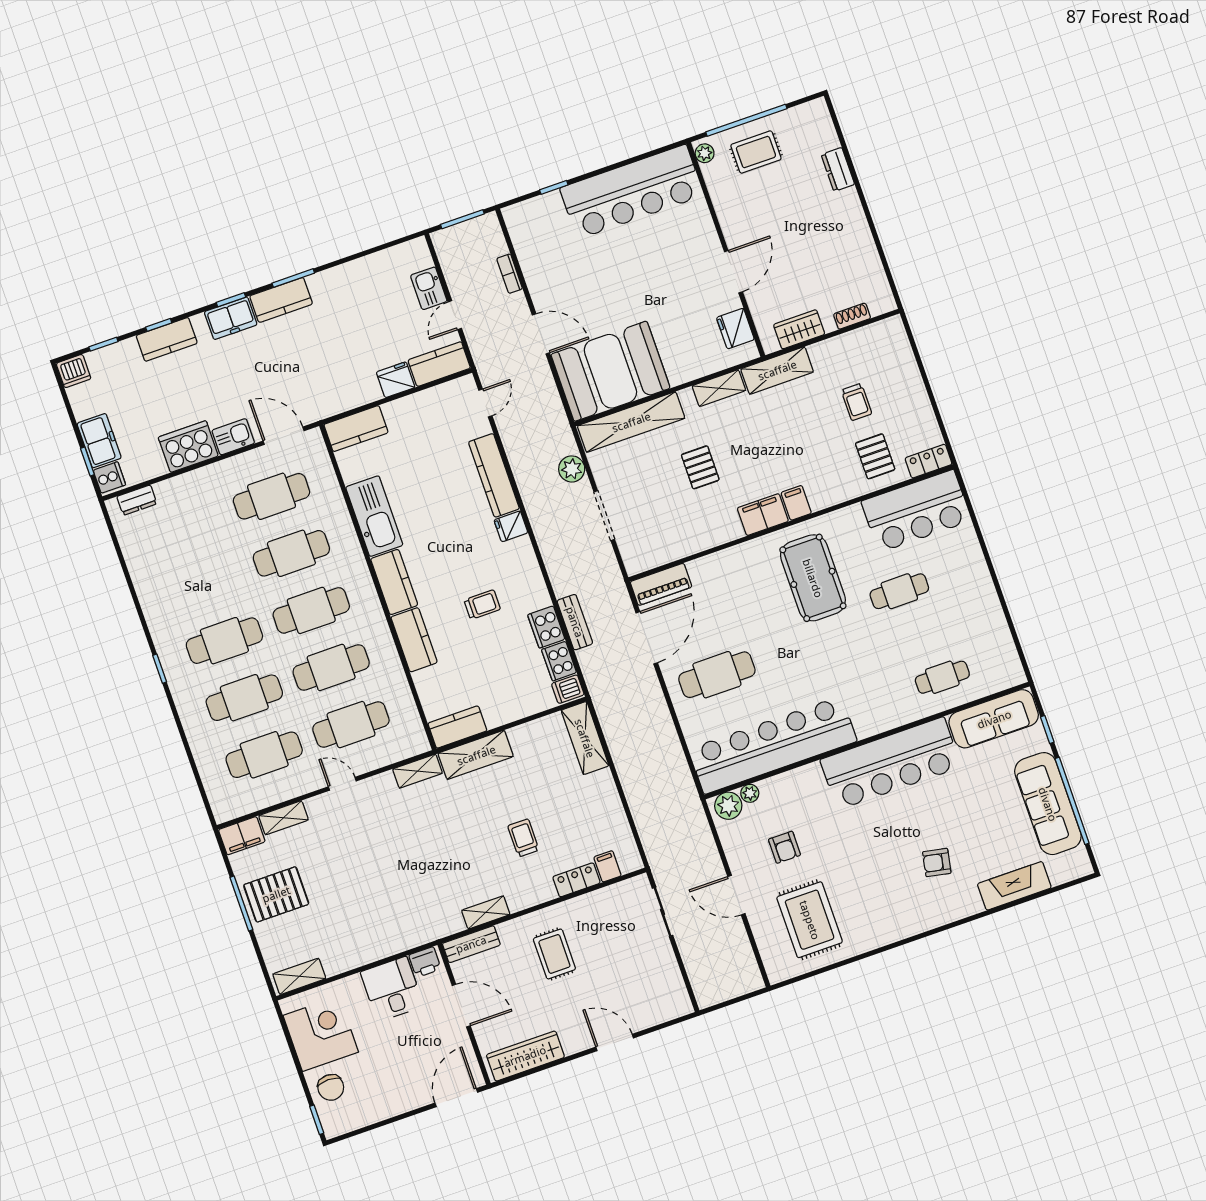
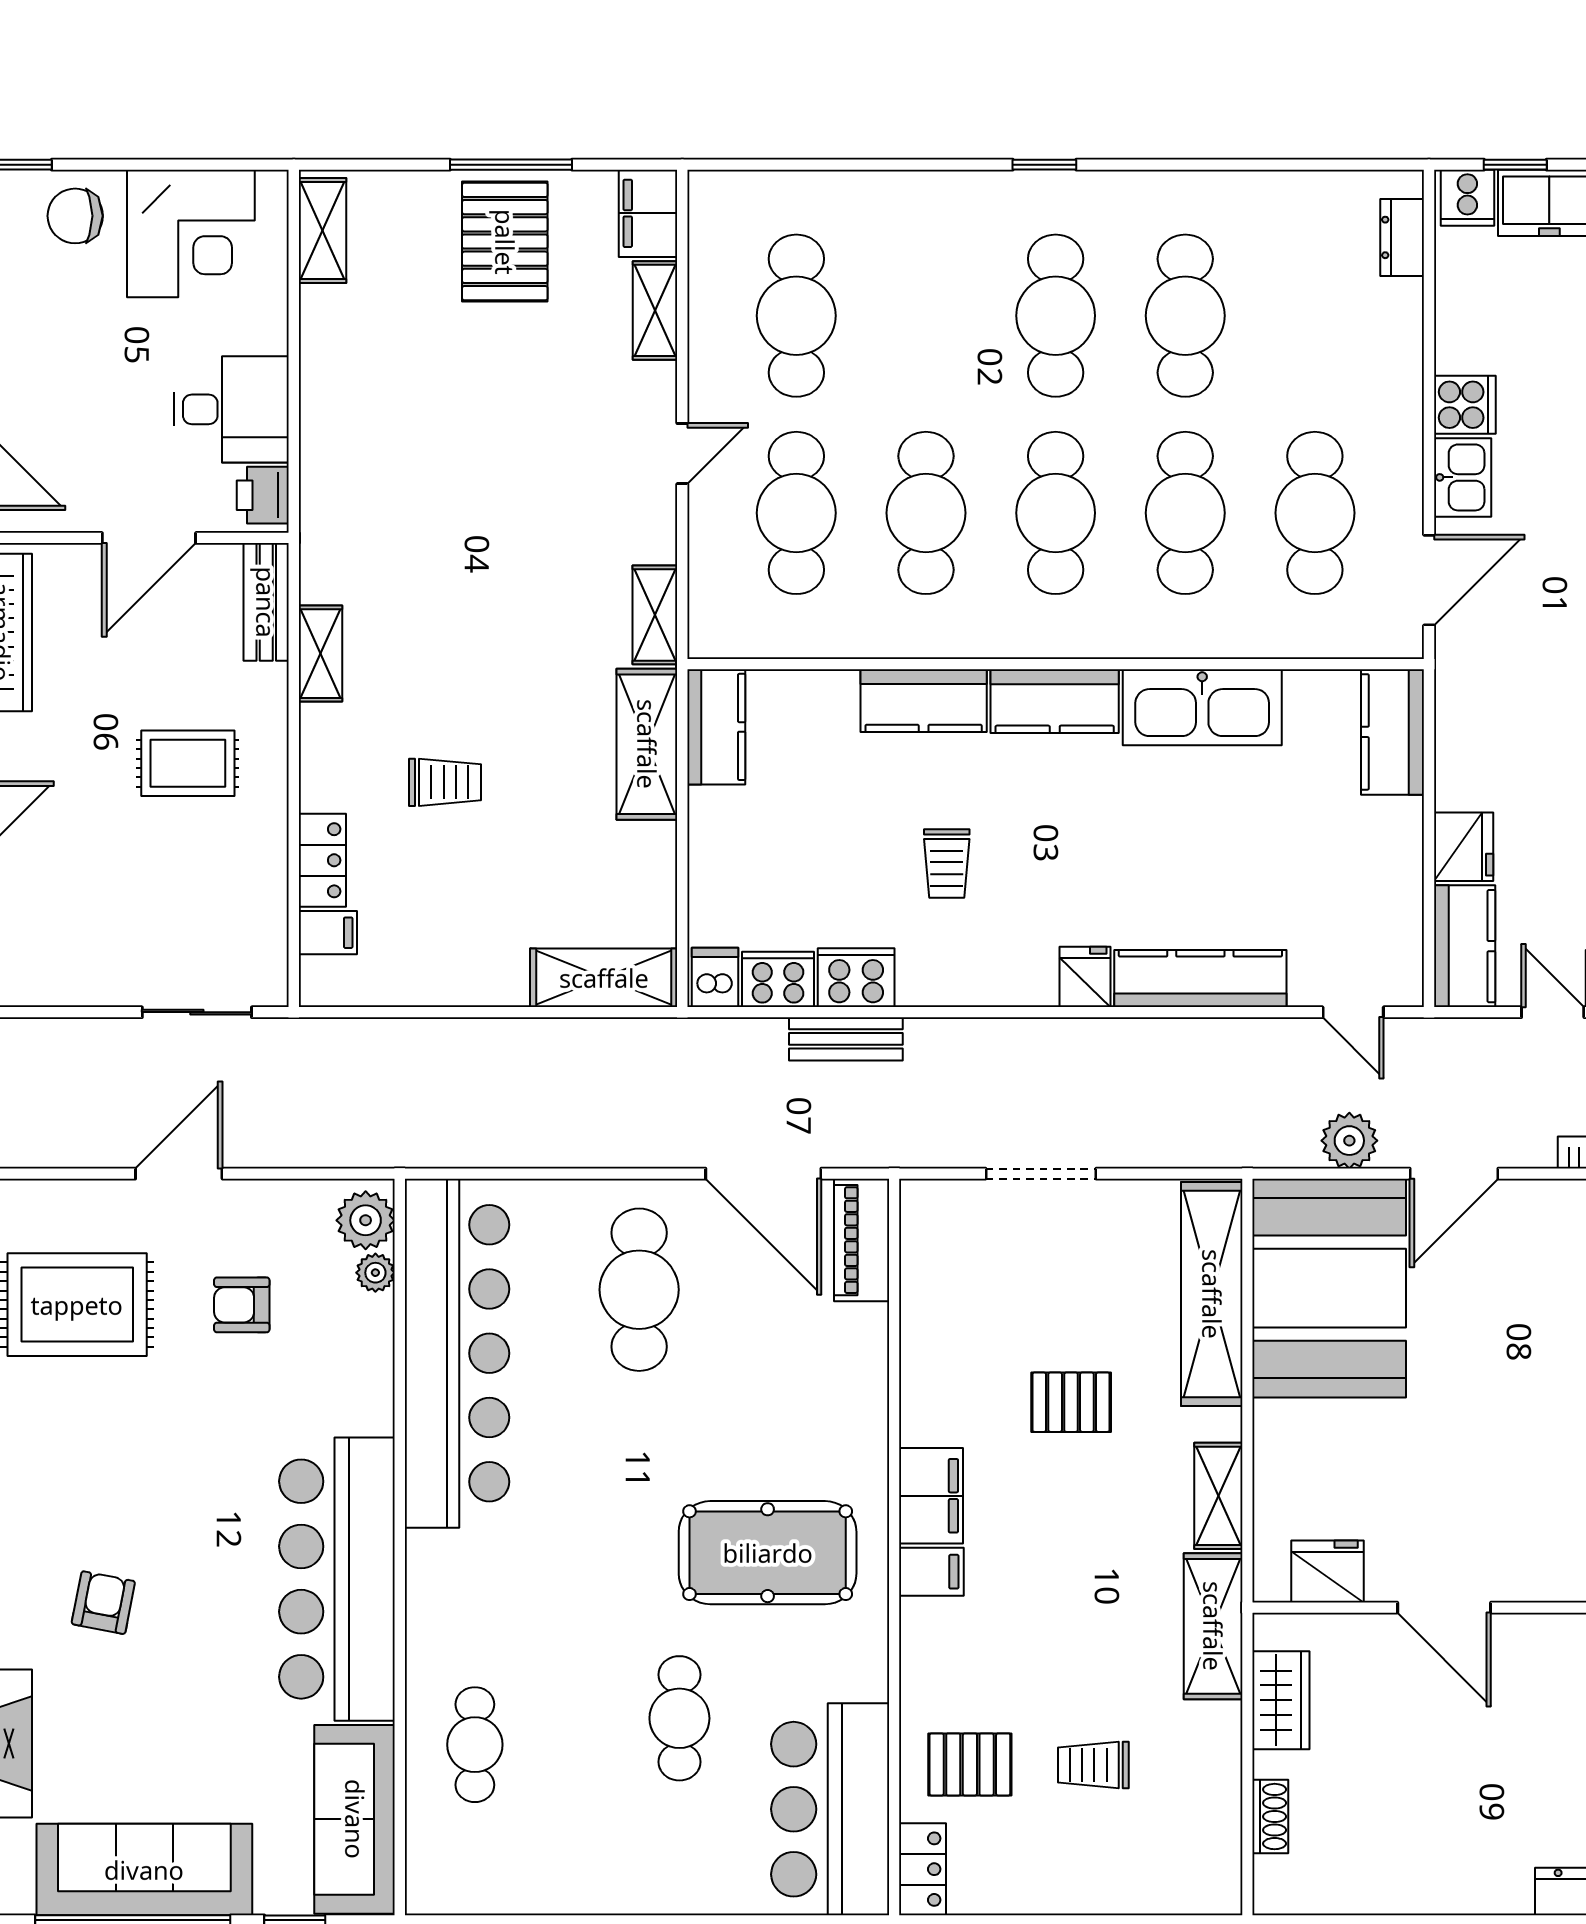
cooker: (188, 447) -> (1465, 405), width x0.53, depth x0.76
plant: (572, 469) -> (1349, 1141), moved
cafe table: (244, 698) -> (1185, 316), moved

